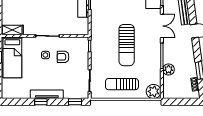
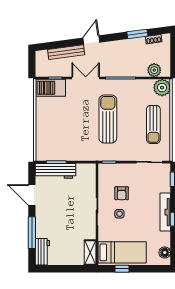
sun lounger: (127, 45) -> (108, 119), turned -90
plant: (169, 69) -> (154, 70), moved
floor lamp: (12, 94) -> (165, 252), added

